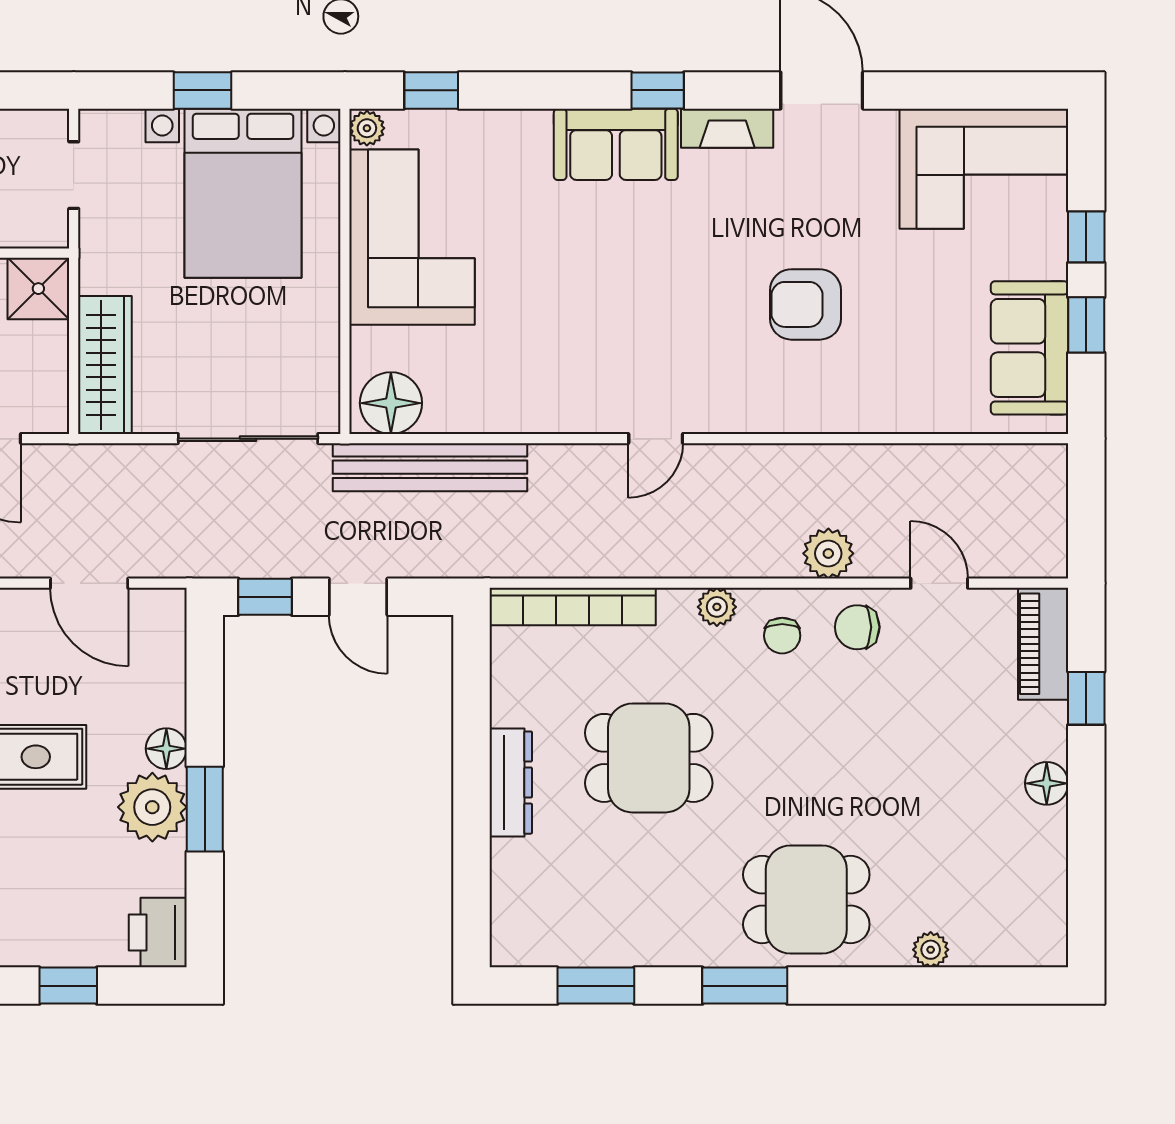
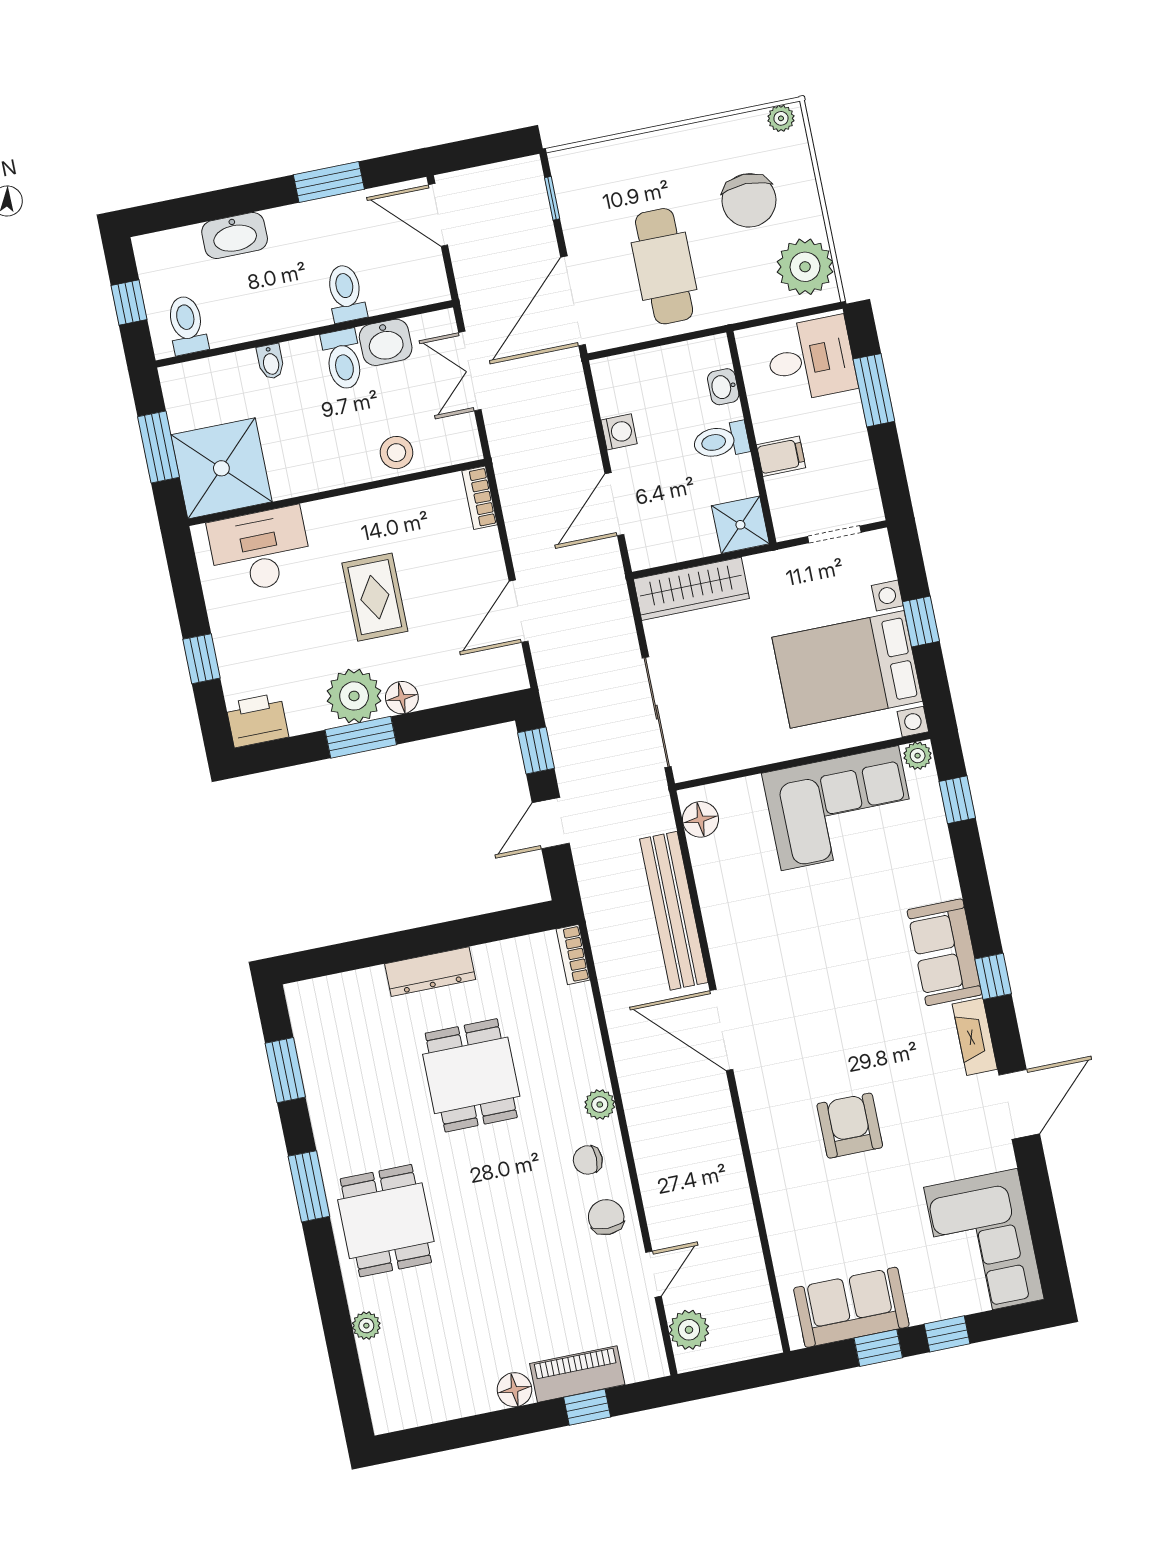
floor lamp: (391, 403) -> (700, 819), width x0.73, depth x0.73
door: (656, 439) -> (721, 1030), width x1.87
bench: (430, 467) -> (674, 911), moved
plant: (828, 553) -> (689, 1330), moved
bookcase: (573, 607) -> (573, 954), width x0.43, depth x0.76
piano: (1043, 644) -> (577, 1374), moved

